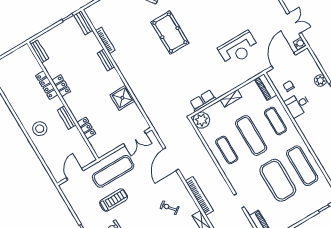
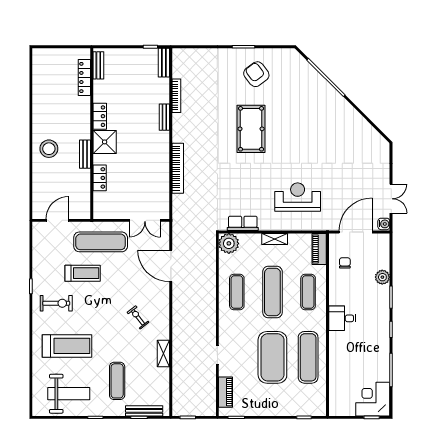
reception desk: (238, 48) -> (298, 197), moved, turned 180
locker: (47, 85) -> (84, 77), moved
shower: (122, 98) -> (105, 142), moved
desk: (298, 105) -> (342, 318), moved
door: (171, 159) -> (171, 266), hinge flipped
bookcase: (199, 196) -> (178, 168), moved

